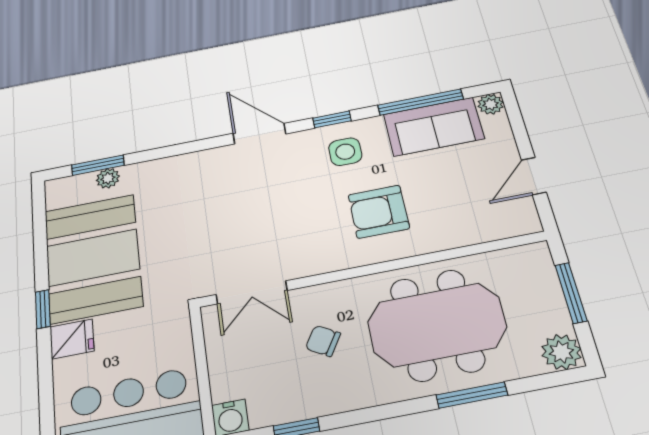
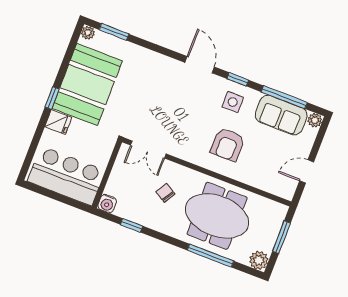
plant: (108, 178) -> (88, 33), moved
armchair: (379, 212) -> (228, 145), turned -90
window: (472, 395) -> (211, 256), width x1.44

